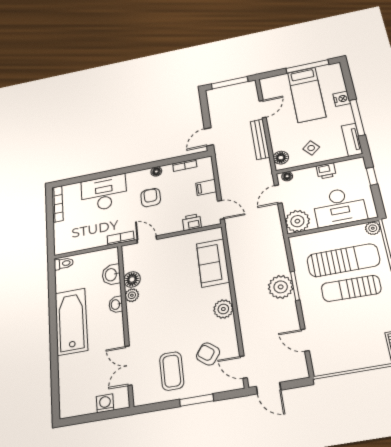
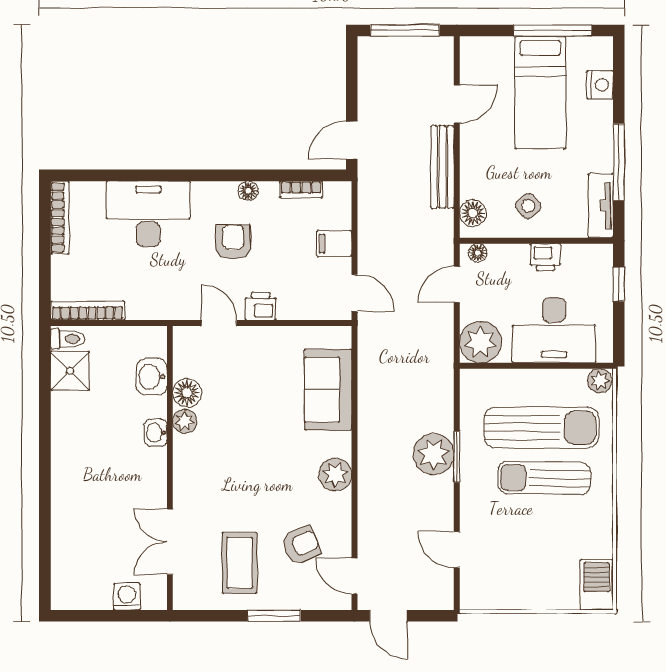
nightstand: (342, 99) -> (600, 85), moved
printer: (192, 222) -> (261, 306), moved
bookcase: (121, 238) -> (87, 311), moved, width x1.56
shower: (66, 280) -> (70, 371), added
bathtub: (71, 321) -> (77, 449), removed
armchair: (208, 354) -> (301, 545), turned 119

